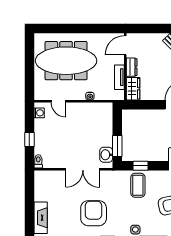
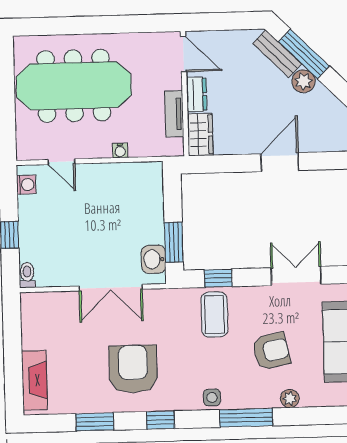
door: (125, 45) -> (184, 54), swing flipped

